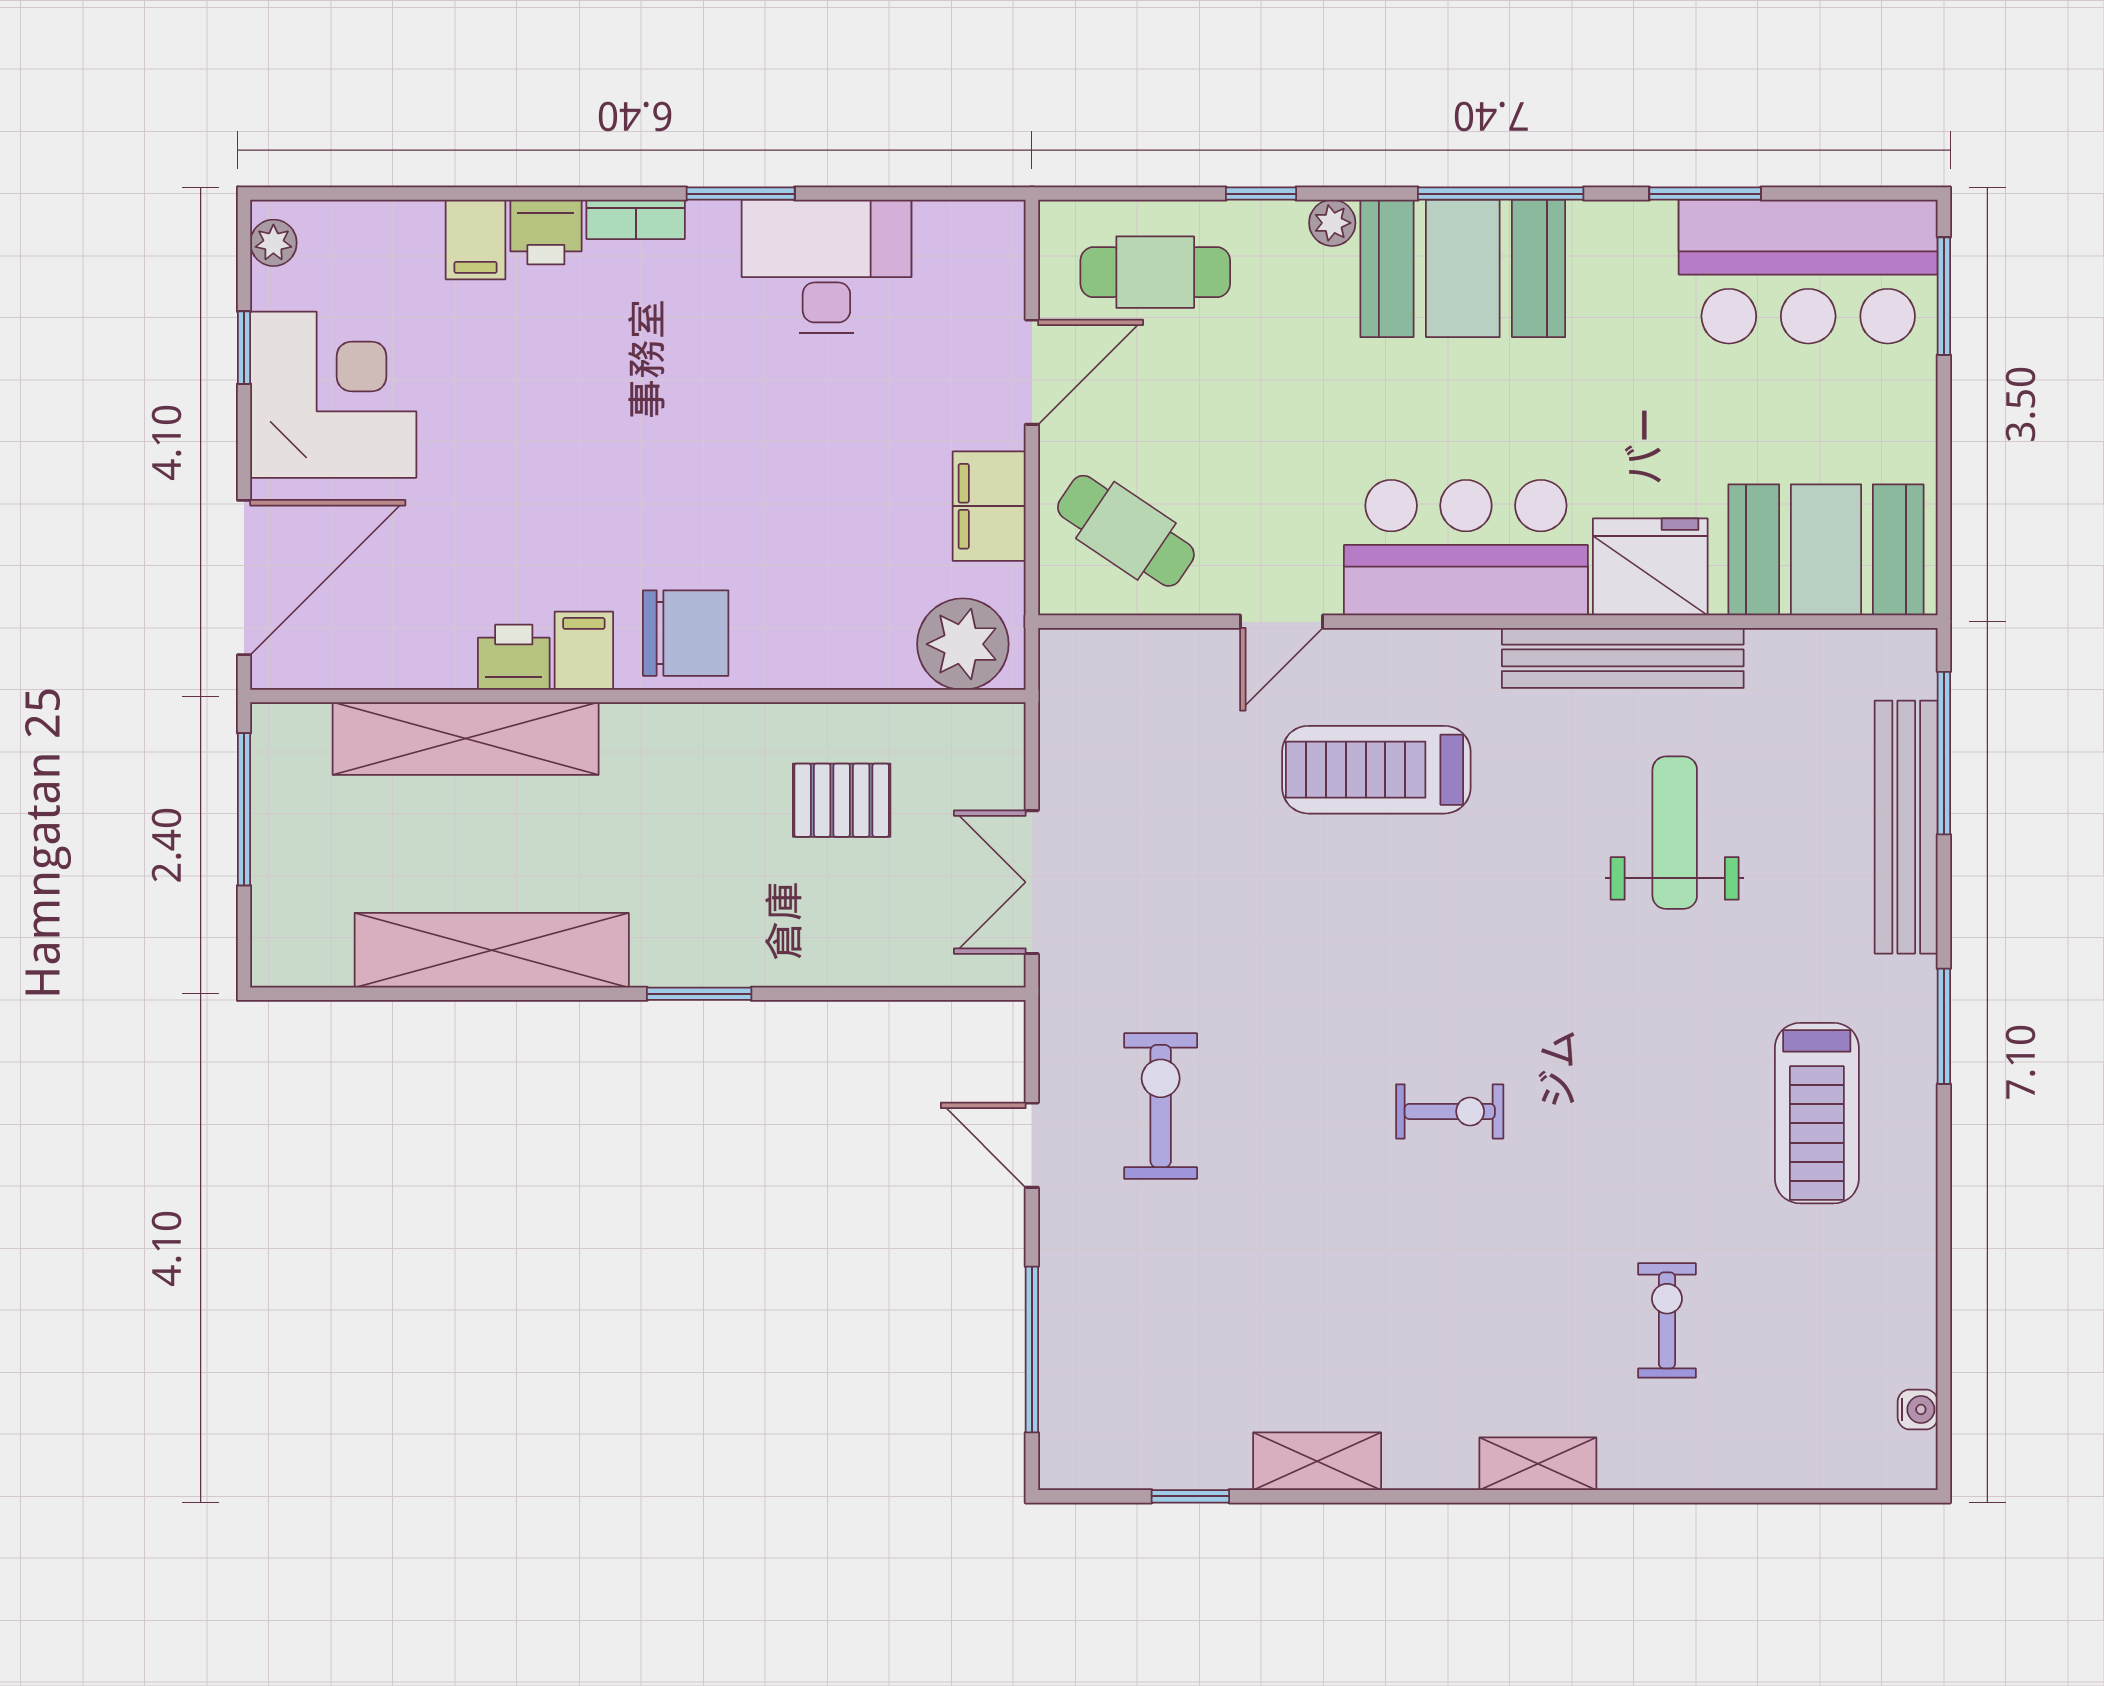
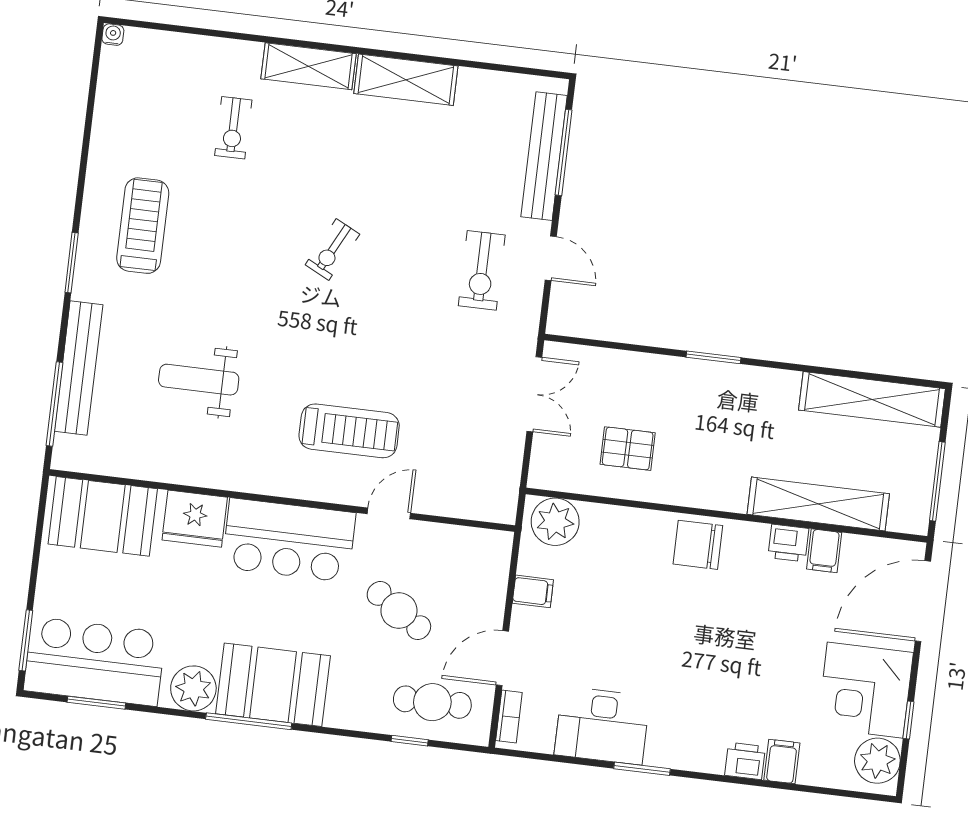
window: (1261, 194) -> (410, 741), moved
window: (1705, 194) -> (96, 703), moved
bookcase: (636, 219) -> (509, 716), moved, turned 90
plant: (1332, 223) -> (193, 688), moved, width x1.87, depth x1.87
plant: (273, 243) -> (877, 761), width x1.88, depth x1.88
filing cabinet: (989, 506) -> (533, 591), width x0.50
cafe table: (1126, 531) -> (399, 611), moved
filing cabinet: (584, 651) -> (824, 551), moved
bench: (1623, 658) -> (544, 156), moved, turned 90
weight bench: (1675, 833) -> (199, 380), turned 90
shelving: (492, 950) -> (872, 399), moved
exercise bike: (1450, 1111) -> (333, 249), turned -63
water cooler: (1918, 1409) -> (113, 35), moved, turned 90
shelving: (1317, 1461) -> (406, 80), width x1.50, depth x1.33
shelving: (1538, 1464) -> (308, 66), width x1.50, depth x1.33
window: (1190, 1496) -> (491, 67), removed

